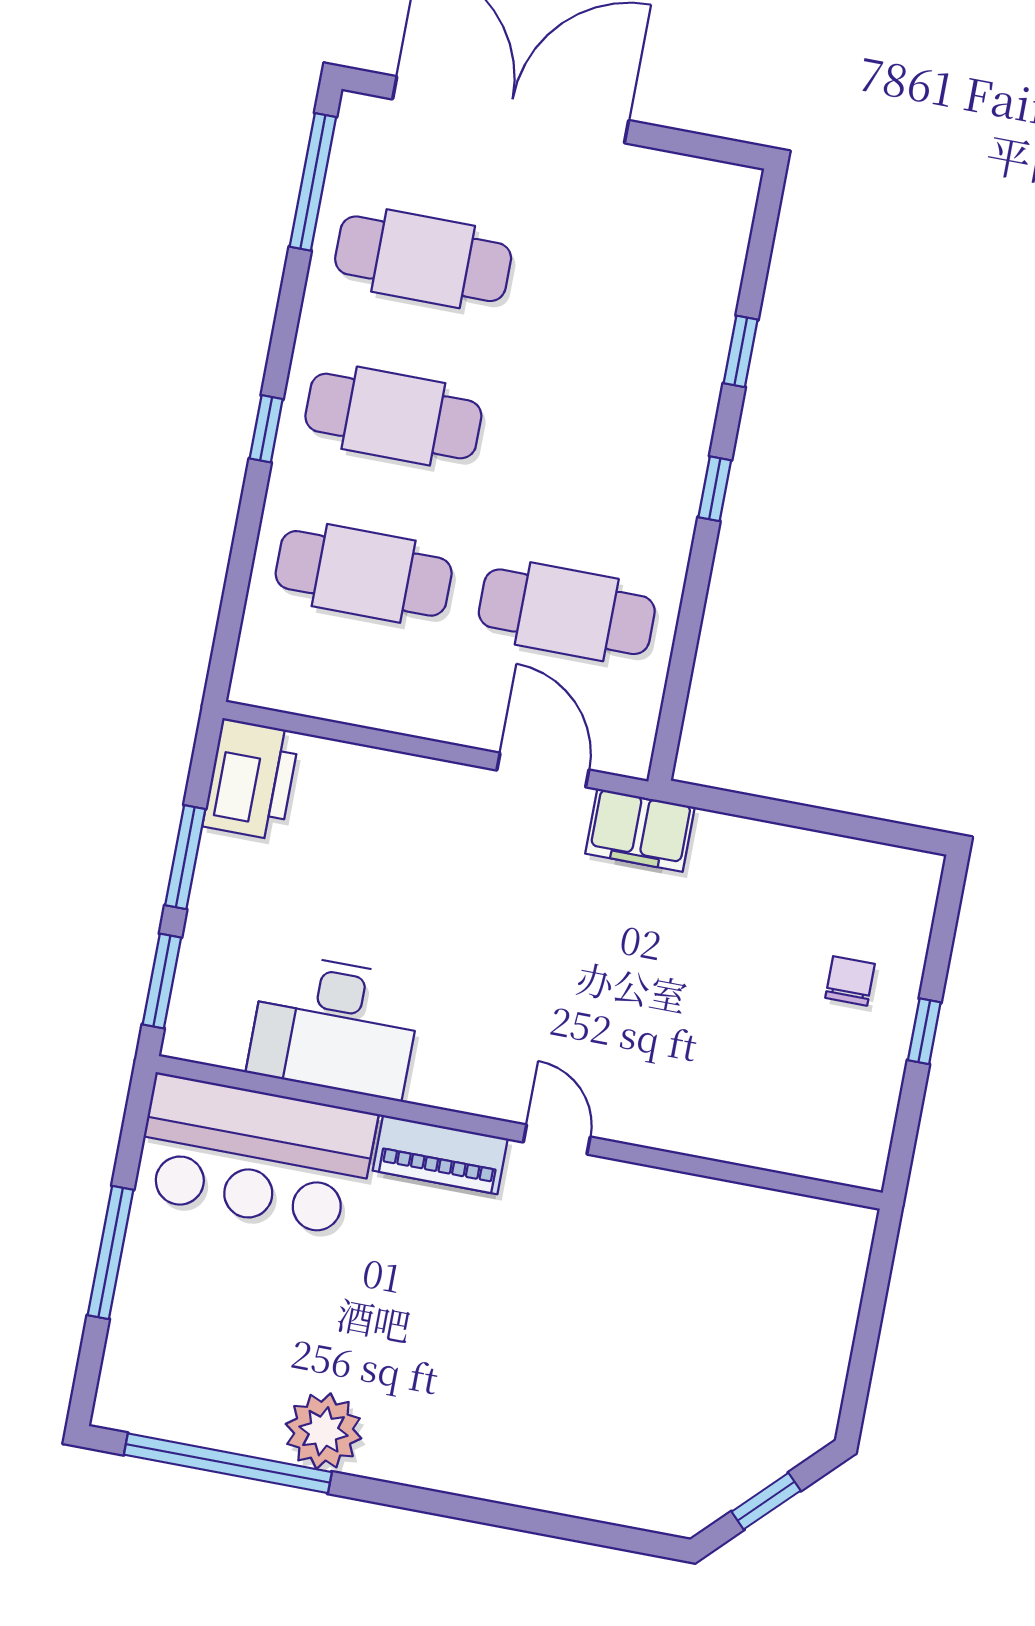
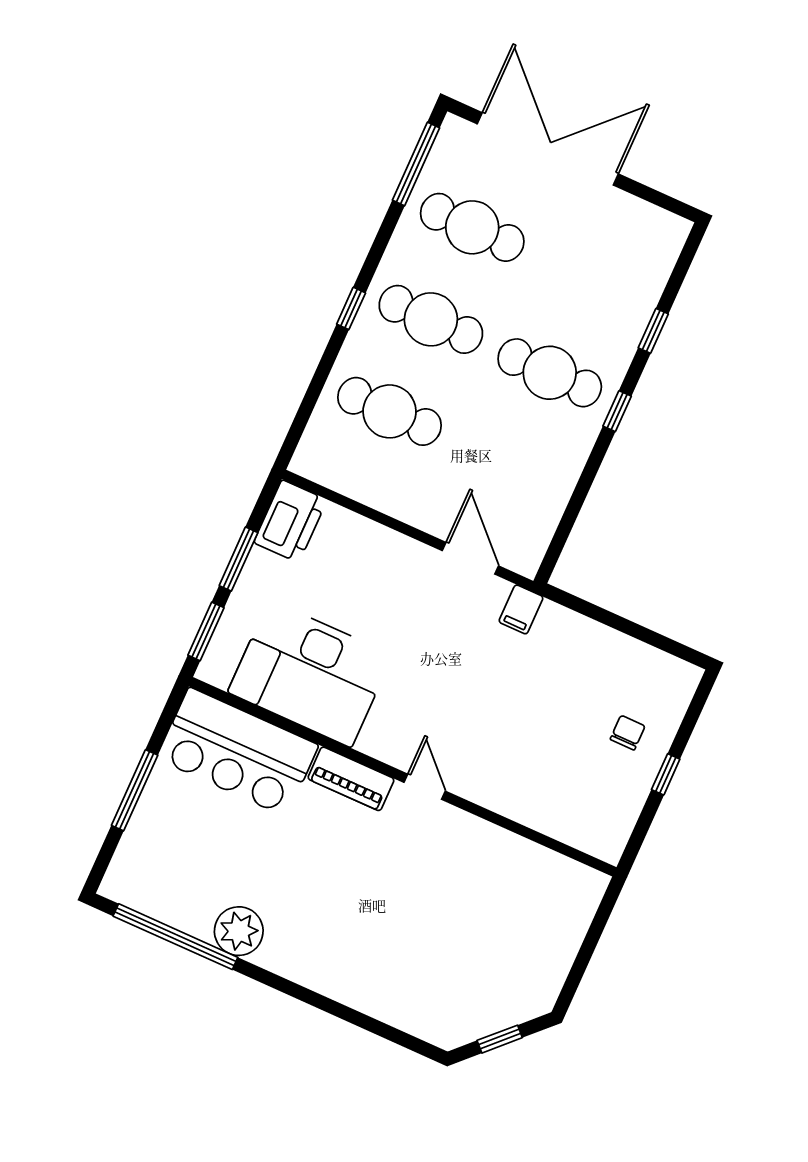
cafe table: (567, 612) -> (550, 373), moved
filing cabinet: (640, 830) -> (521, 609), width x0.50
desk: (335, 1026) -> (310, 674), width x1.36, depth x1.30

